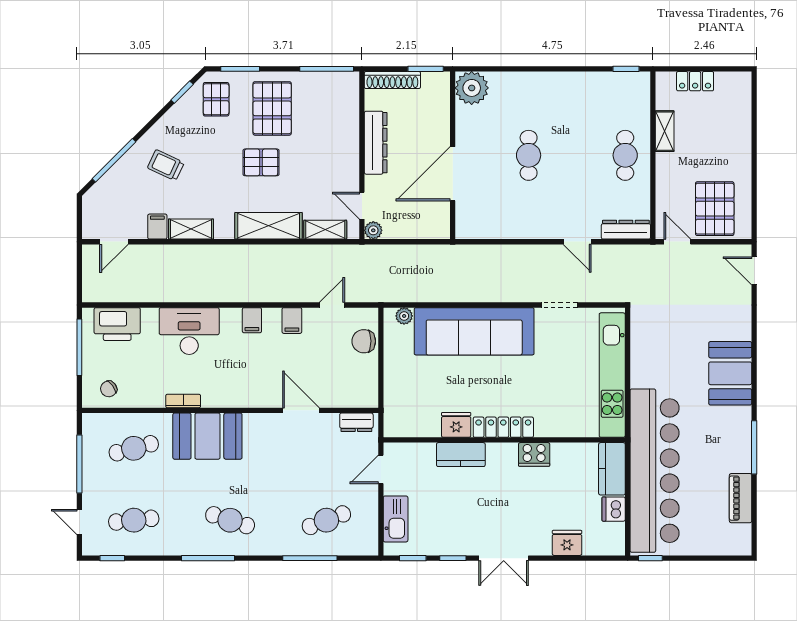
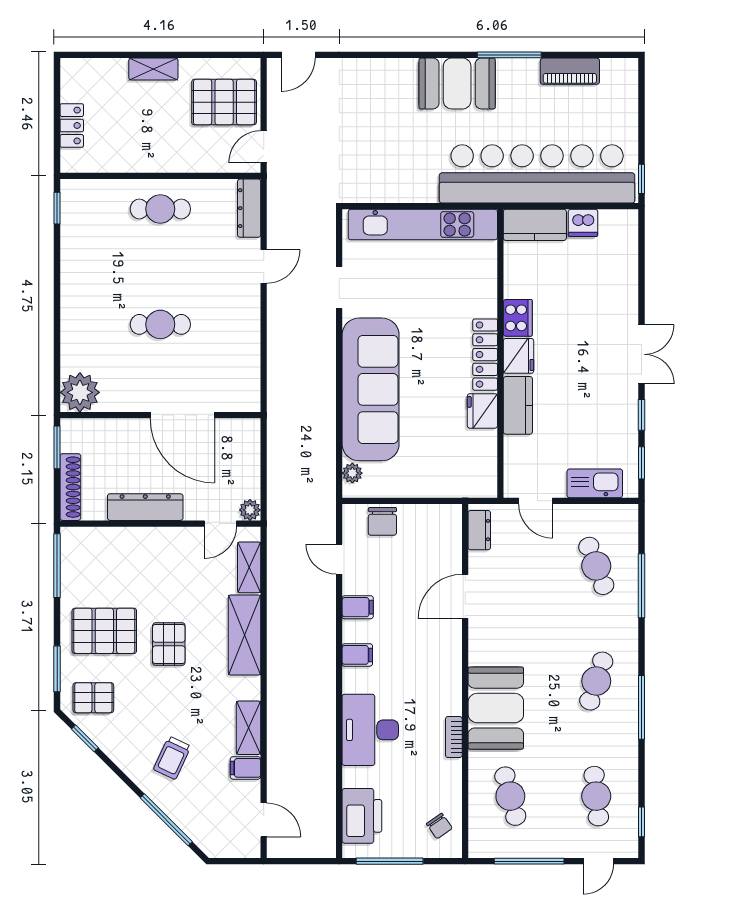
shelving: (665, 131) -> (153, 69), moved
booth: (730, 373) -> (457, 84), moved
fridge: (567, 543) -> (519, 356), moved, turned 180

